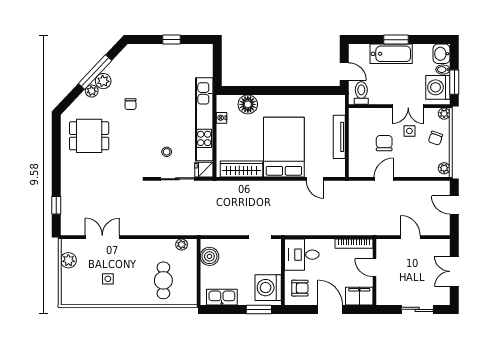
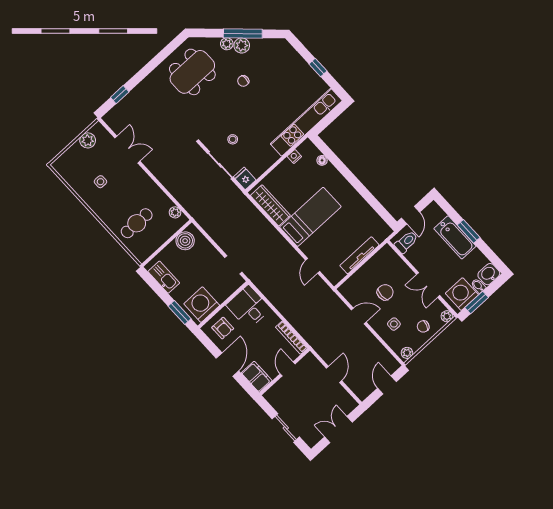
floor lamp: (248, 104) -> (322, 160), width x0.53, depth x0.53
kitchen unit: (204, 119) -> (306, 122), moved
side table: (409, 131) -> (394, 324), moved
dining table: (89, 136) -> (192, 72), width x1.38
bed: (284, 147) -> (310, 217), width x0.67

